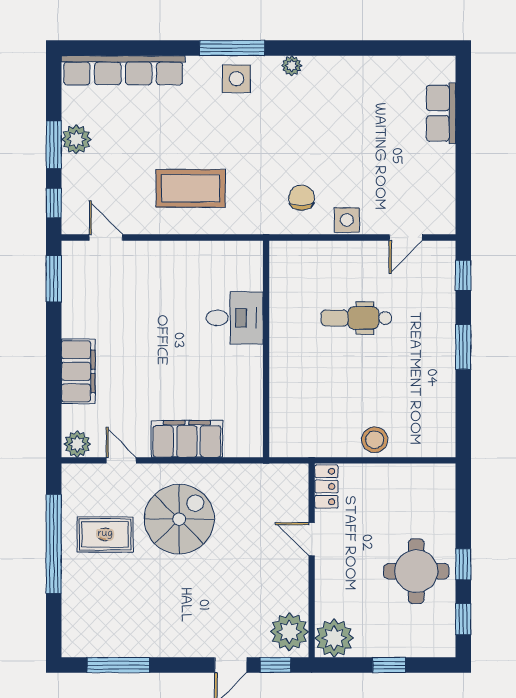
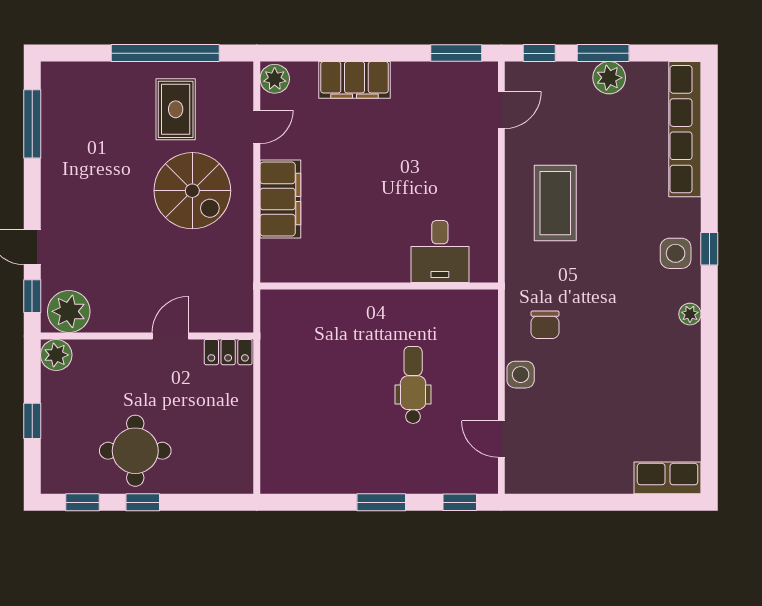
window: (232, 48) -> (709, 249), width x0.46
row of seats: (441, 113) -> (668, 478), moved
chair: (301, 198) -> (545, 325), turned 92
desk: (235, 318) -> (440, 251), moved
stool: (375, 440) -> (279, 405), removed
plant: (334, 638) -> (56, 355), width x0.73, depth x0.73

